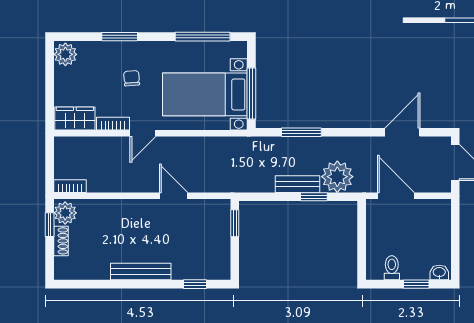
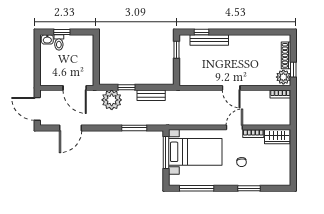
plant: (65, 54) -> (283, 177), removed
bench: (298, 184) -> (151, 95), moved
door: (174, 196) -> (231, 88), moved
window: (235, 223) -> (176, 50), moved
shoe rack: (61, 241) -> (286, 55), width x1.43
toilet: (392, 268) -> (59, 42), moved
bench: (141, 272) -> (209, 40), moved

